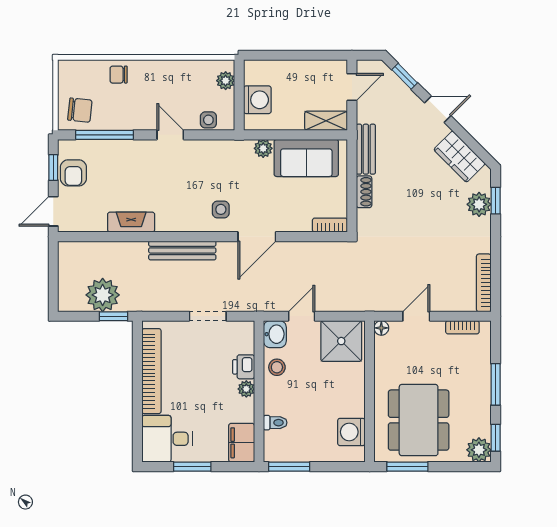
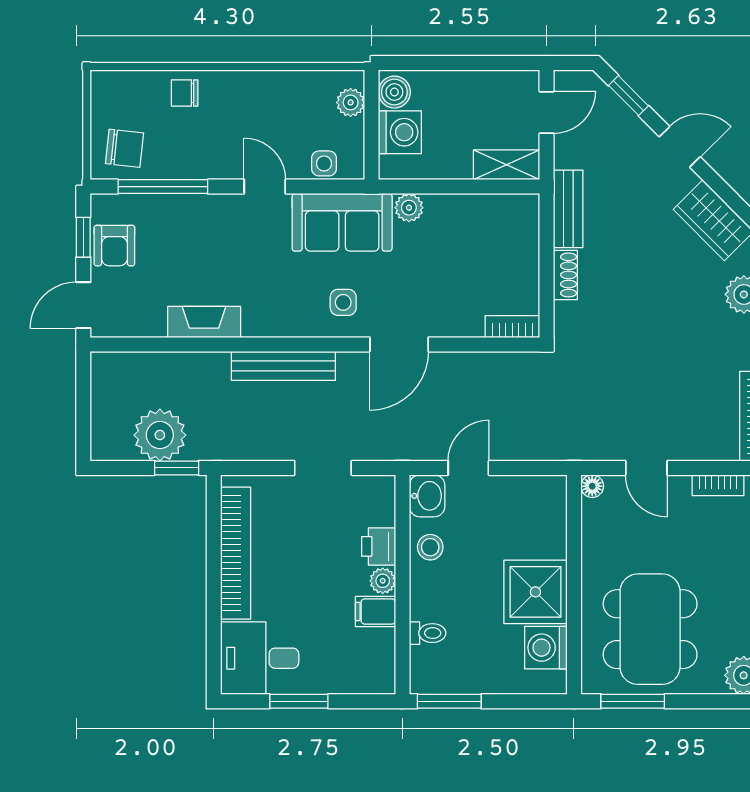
boiler: (254, 74) -> (394, 92), added
sofa: (306, 158) -> (342, 222), moved
door: (416, 316) -> (646, 468), swing flipped
shower: (341, 341) -> (535, 592), moved
filing cabinet: (242, 443) -> (375, 611), moved, width x0.50

